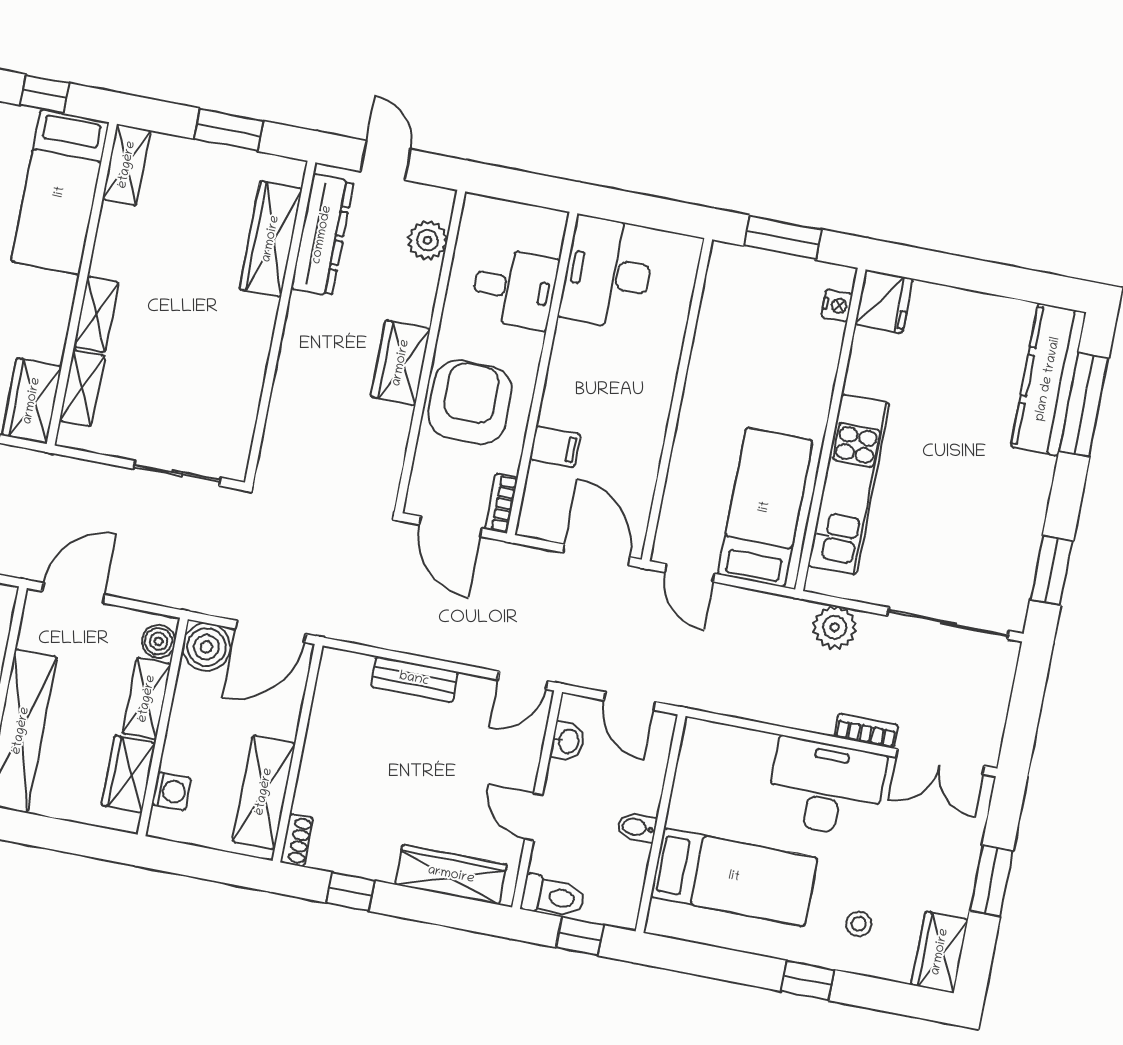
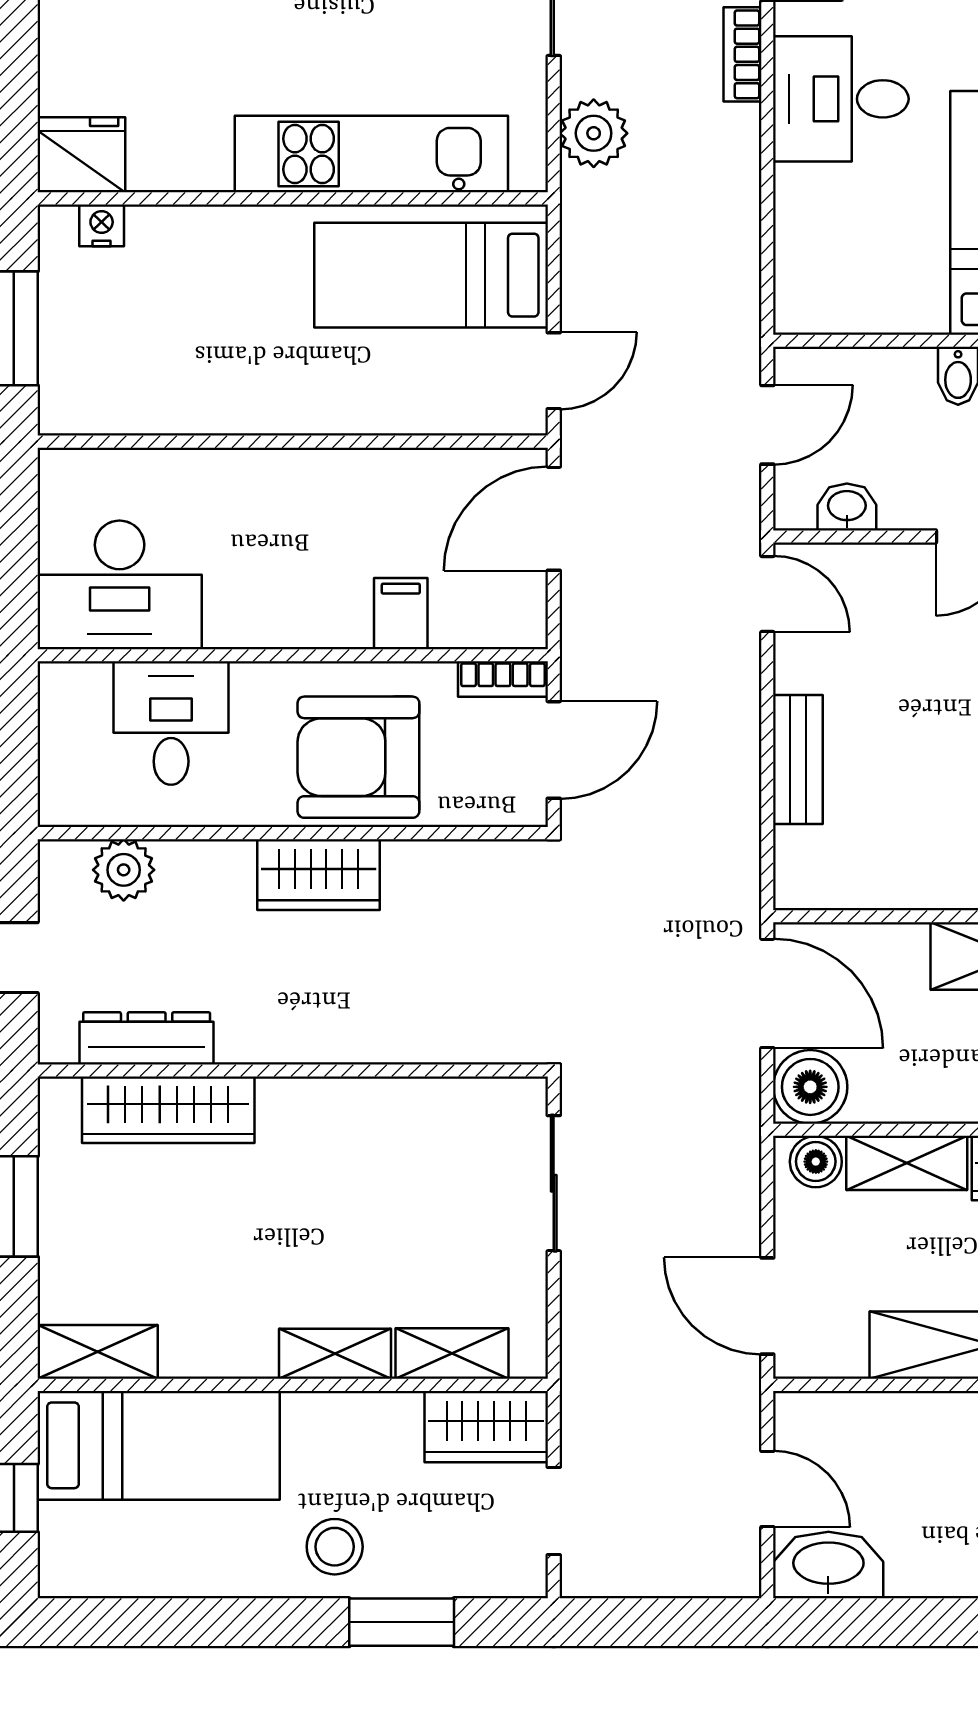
dresser: (322, 235) -> (147, 1038), width x0.73, depth x0.80
desk: (826, 787) -> (841, 99), width x0.73

